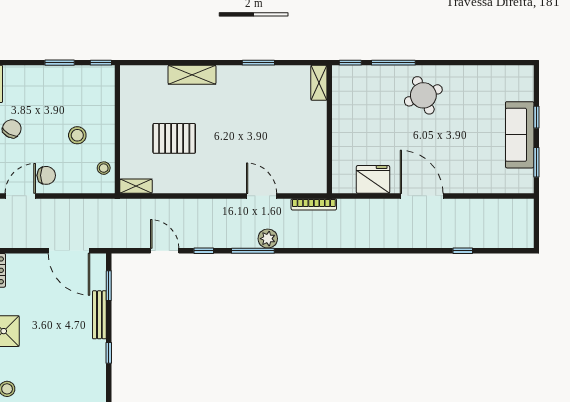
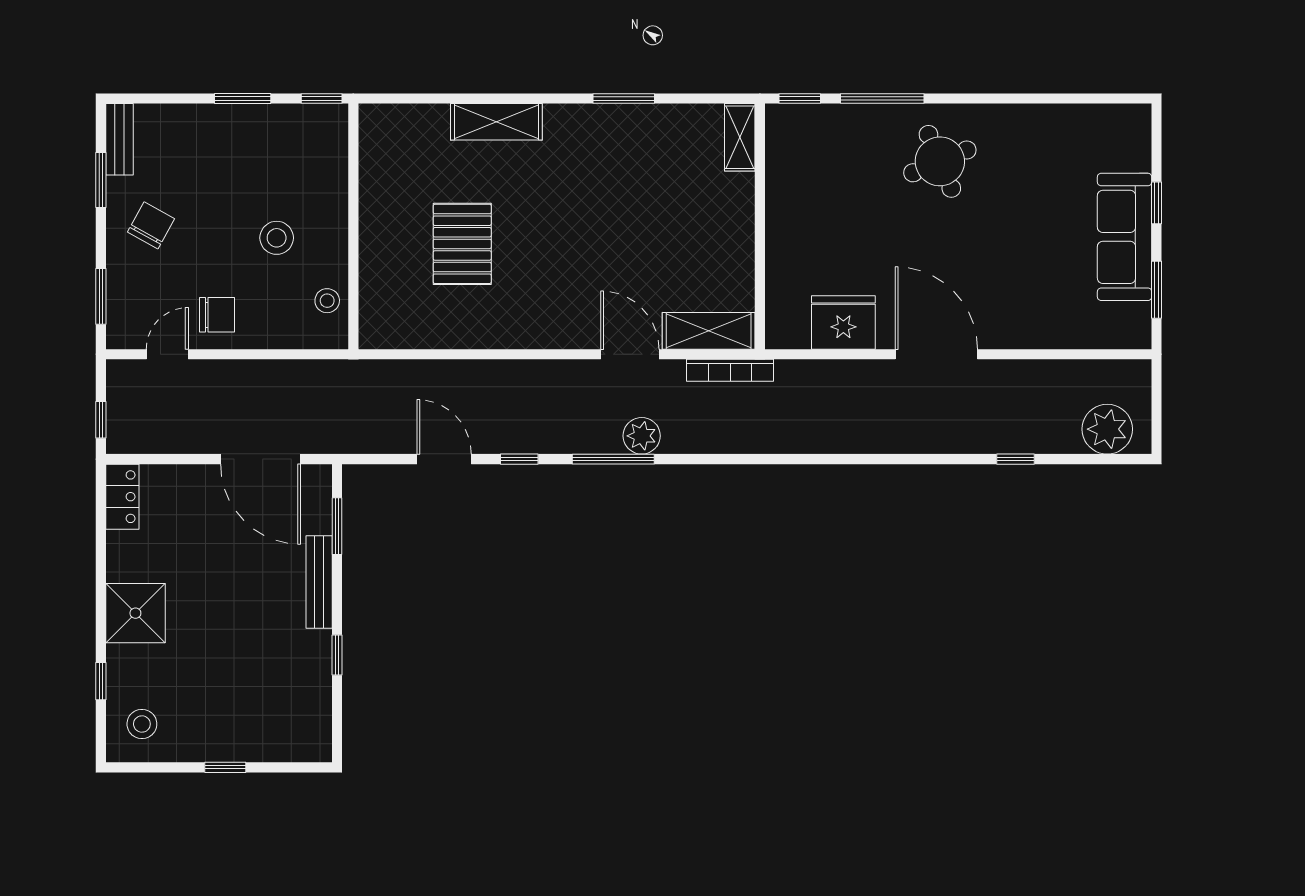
pallet: (174, 138) -> (462, 244), turned 90
shelving: (136, 186) -> (709, 331), moved, width x1.50, depth x1.33
door: (20, 196) -> (167, 354), width x0.73
plant: (511, 235) -> (1107, 429), added

